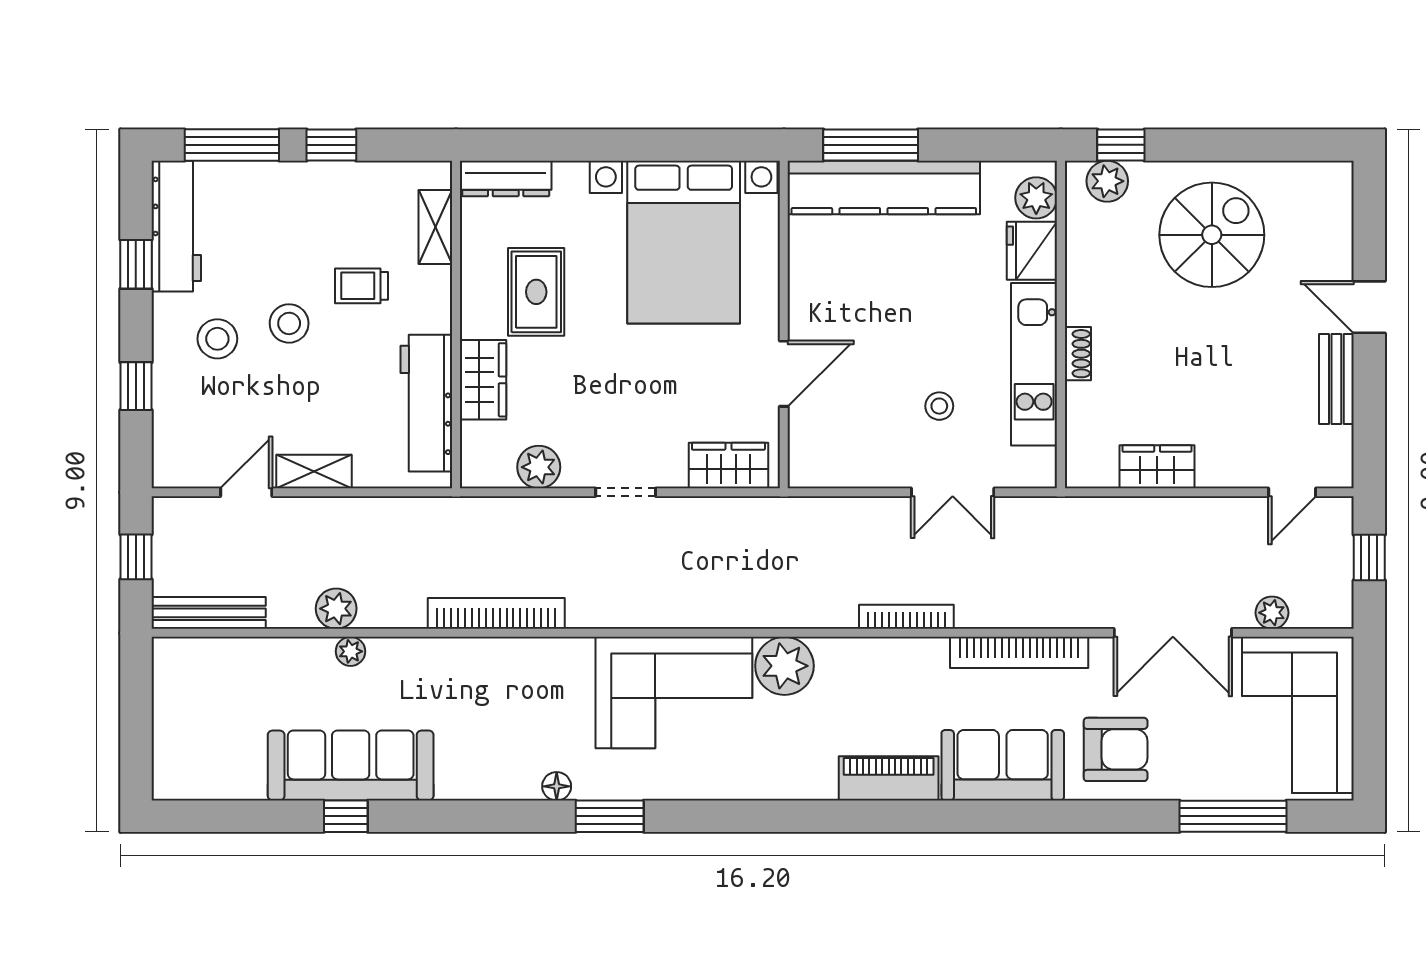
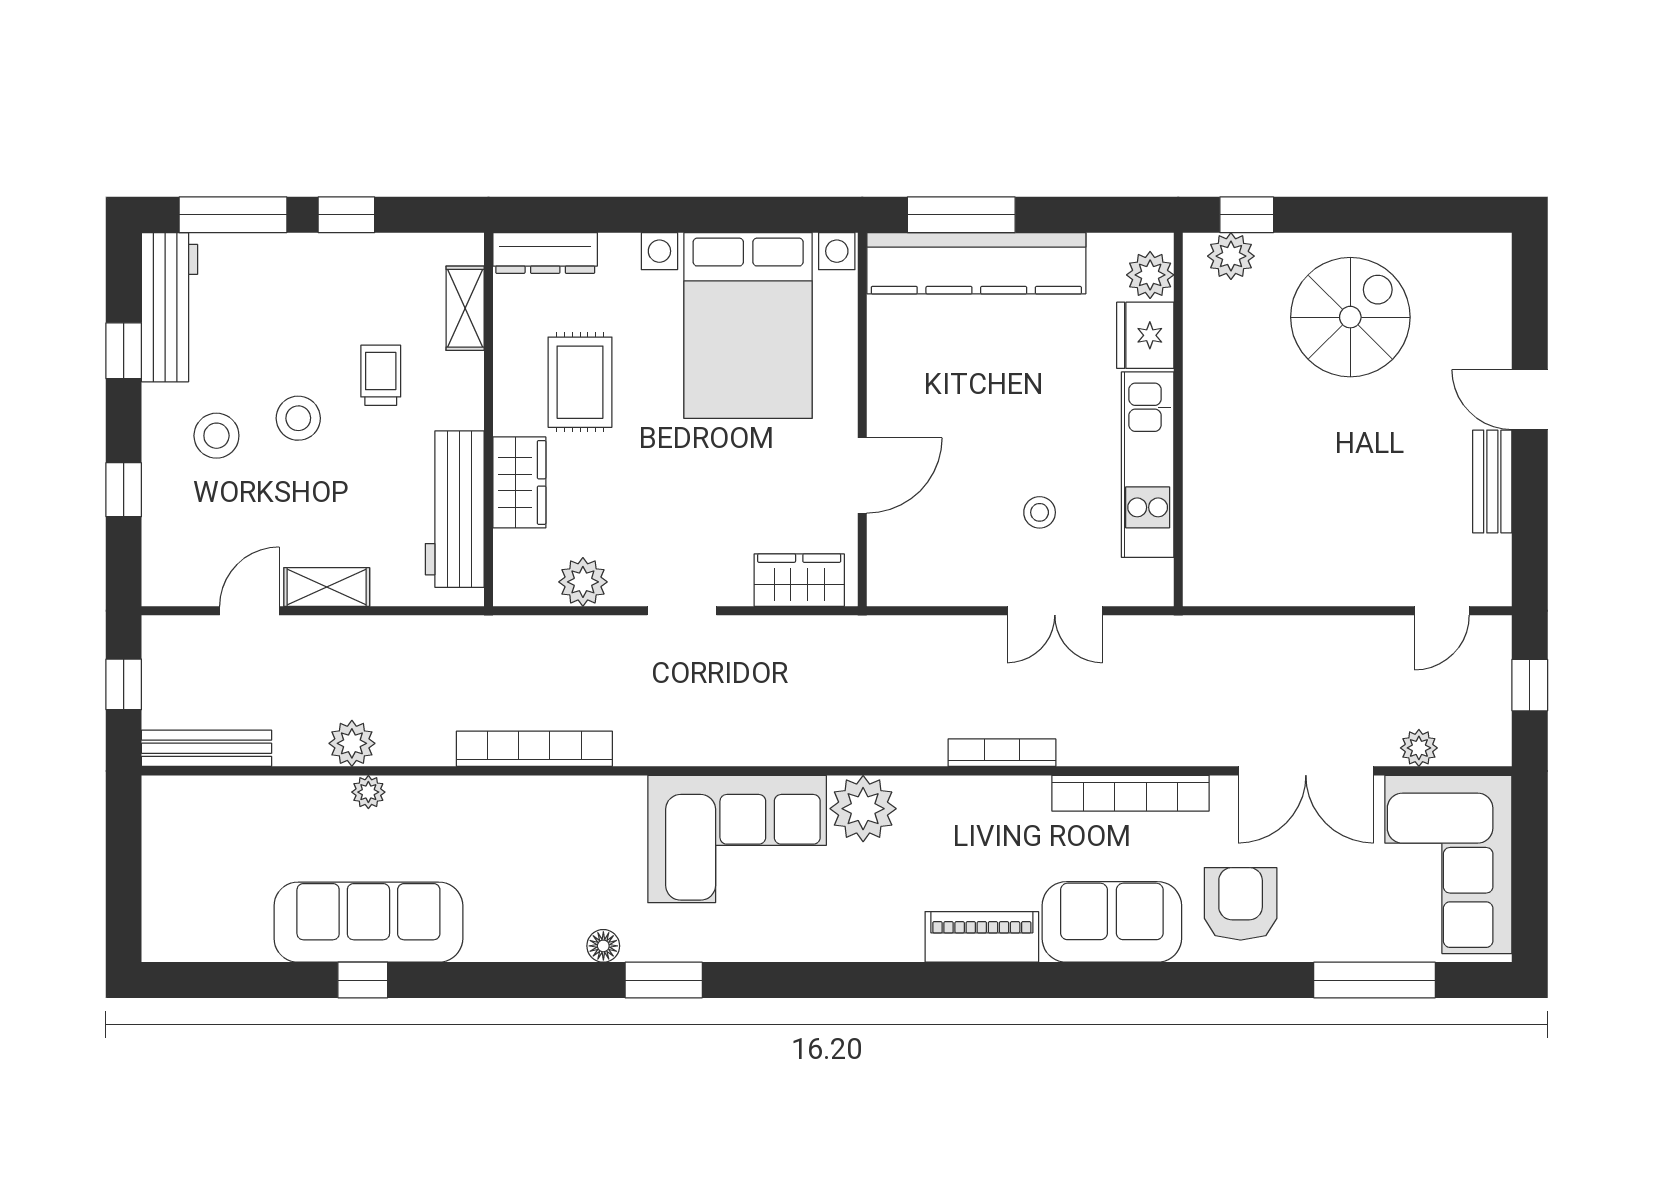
trolley: (361, 286) -> (381, 375), turned 90
shoe rack: (1078, 354) -> (1197, 453), removed
wardrobe: (1157, 467) -> (1288, 582), removed
armchair: (1116, 749) -> (1241, 904), turned -90

